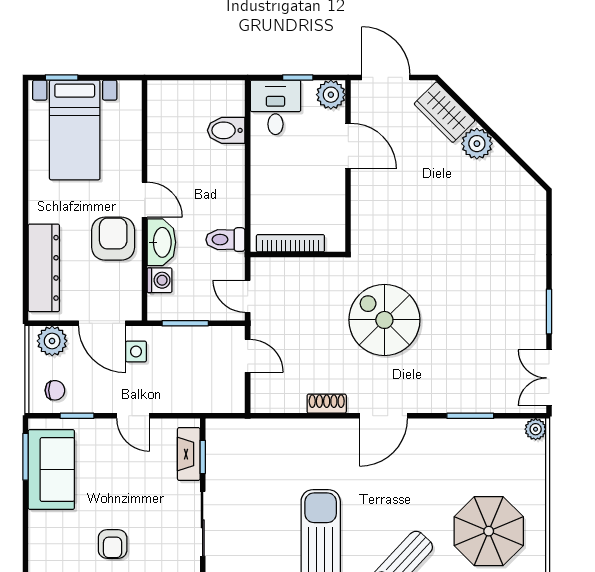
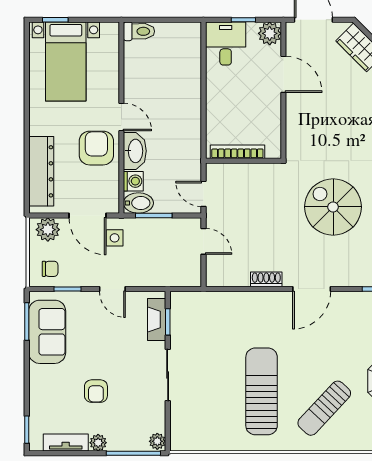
bidet: (226, 130) -> (138, 203), moved, turned 180
toilet: (225, 240) -> (139, 31), moved, turned 180
spiral stairs: (384, 320) -> (333, 207), moved

